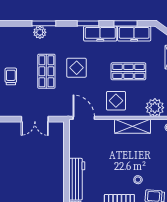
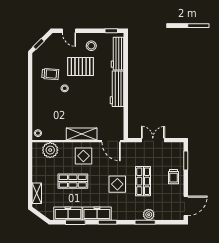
shelving: (133, 126) -> (82, 134), moved

